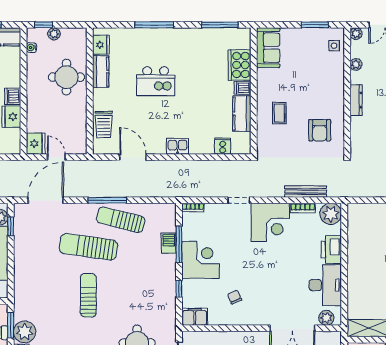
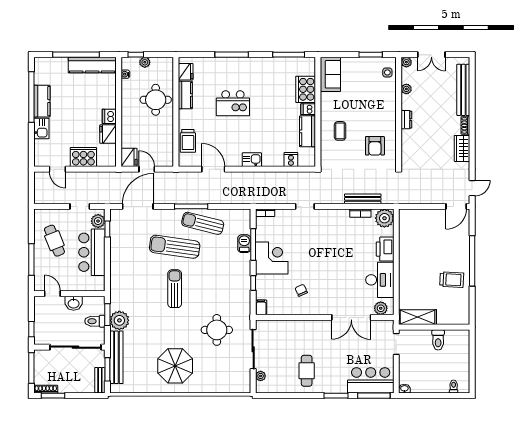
dresser: (356, 100) -> (406, 120), width x0.70
corner desk: (270, 222) -> (332, 226), removed
filing cabinet: (195, 317) -> (261, 307), width x0.50

